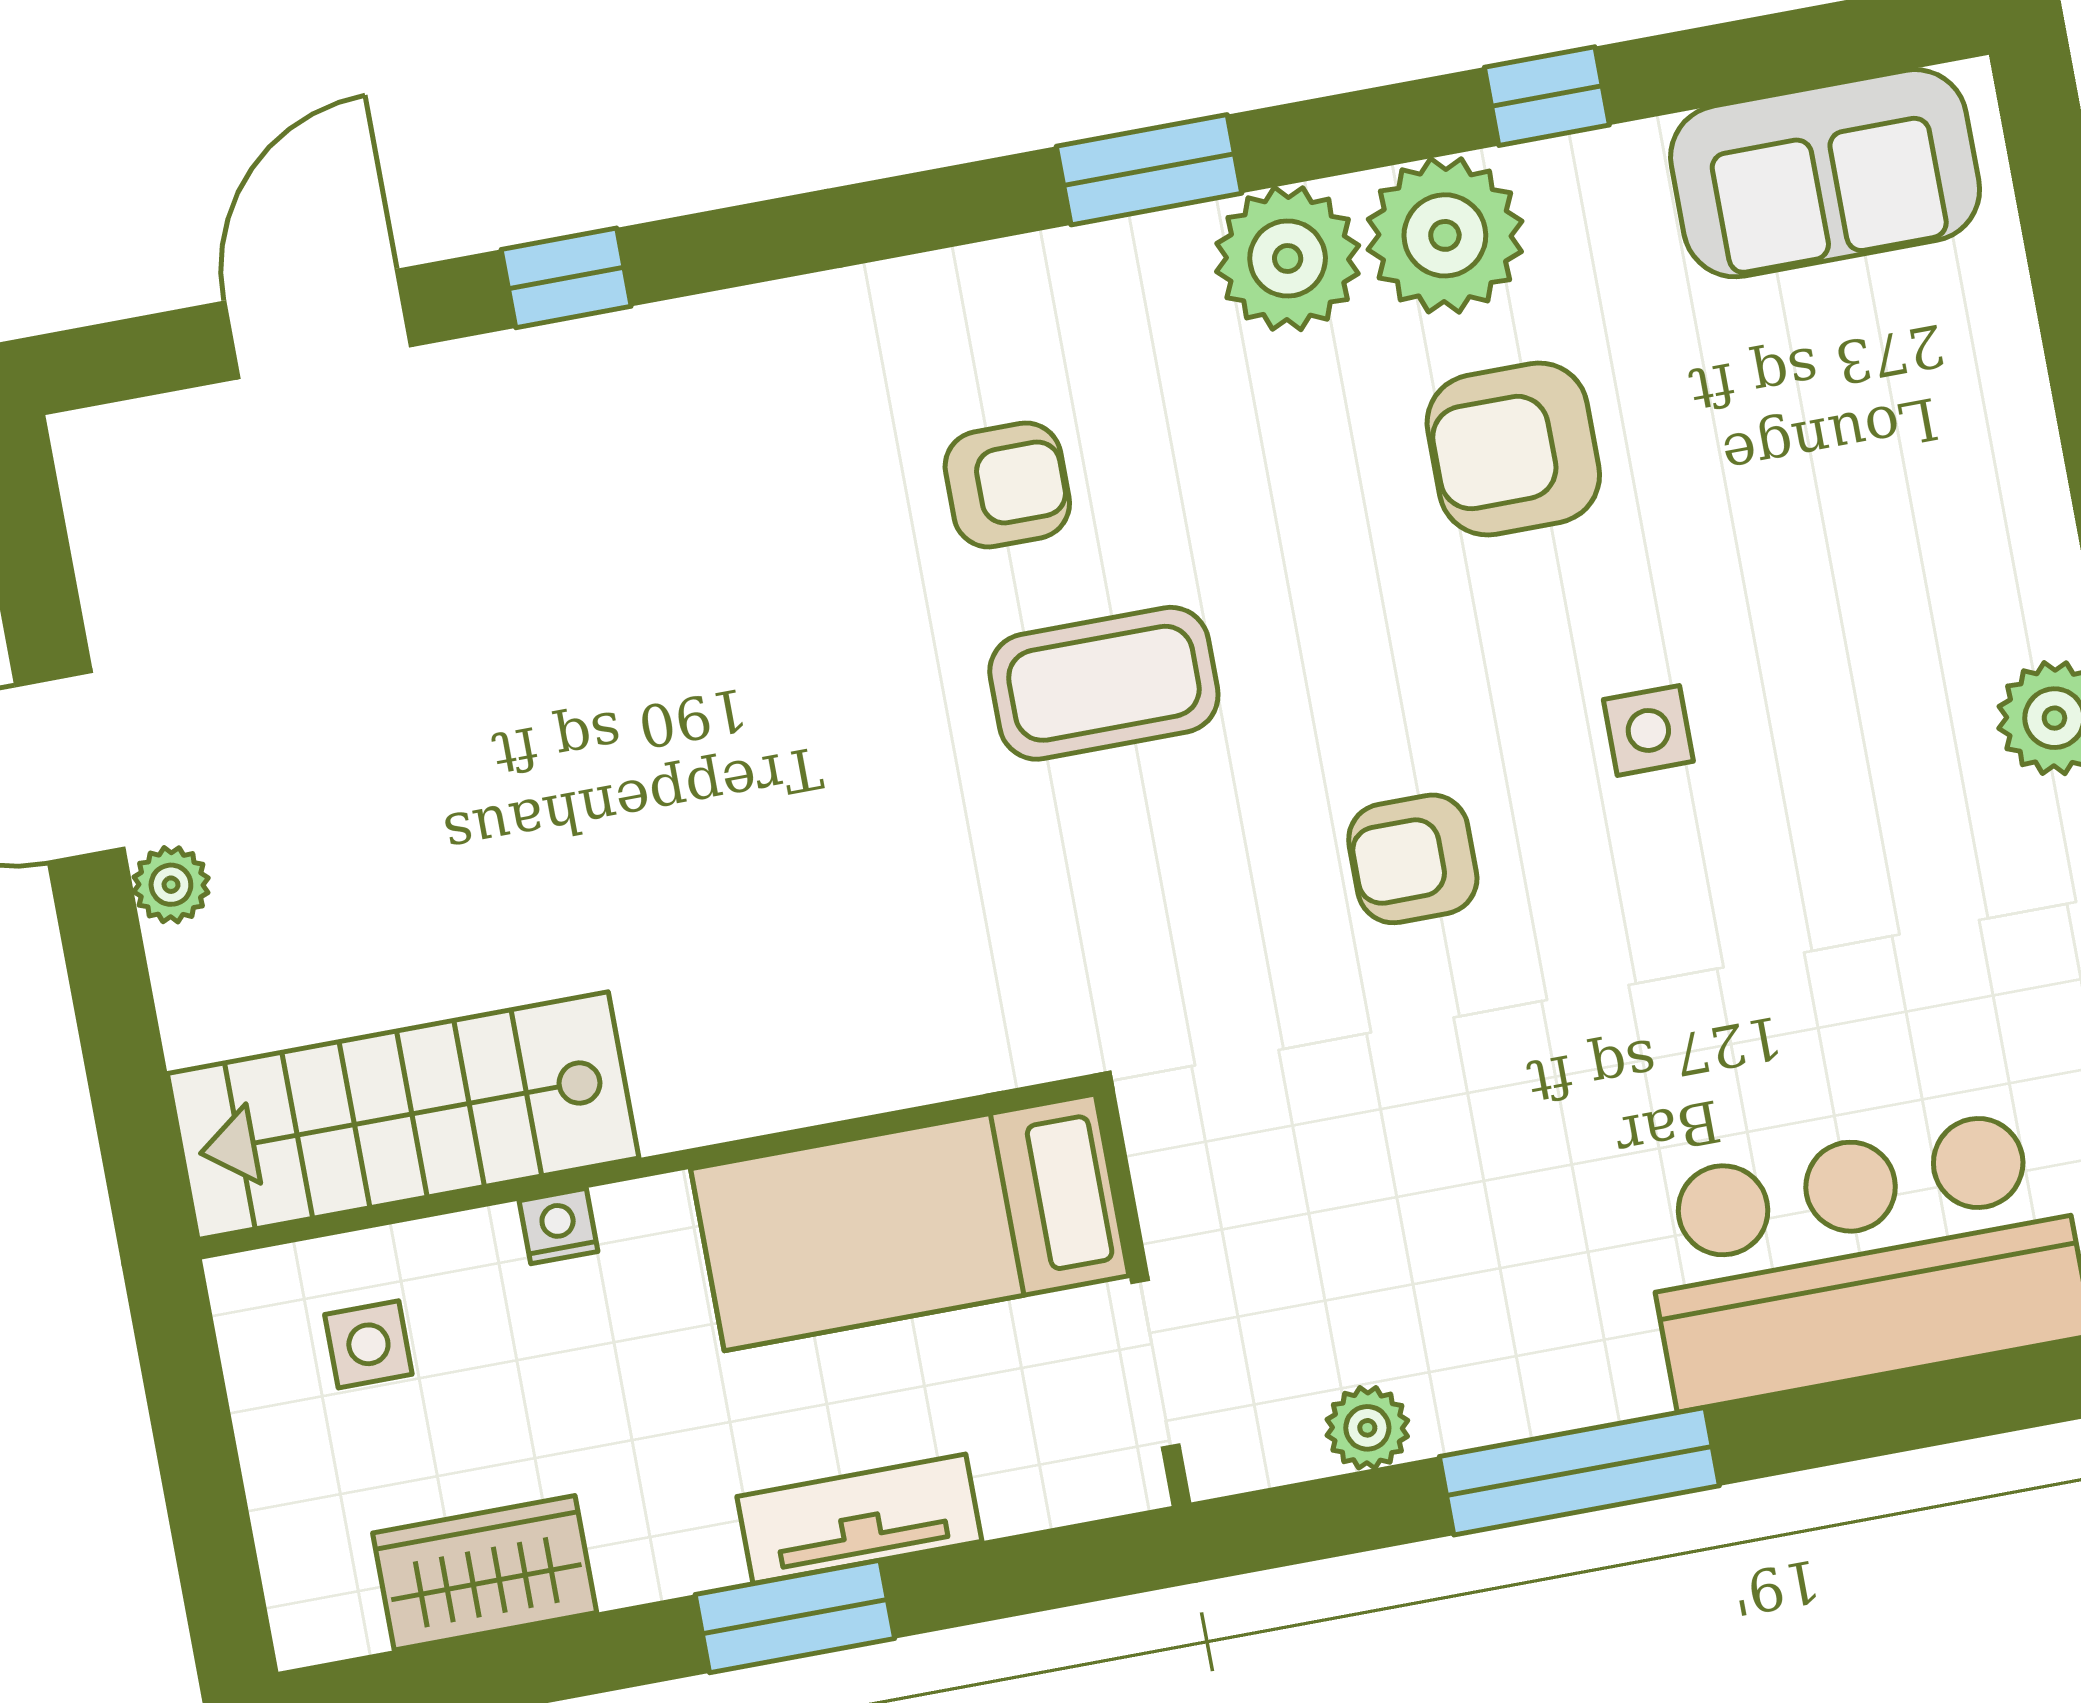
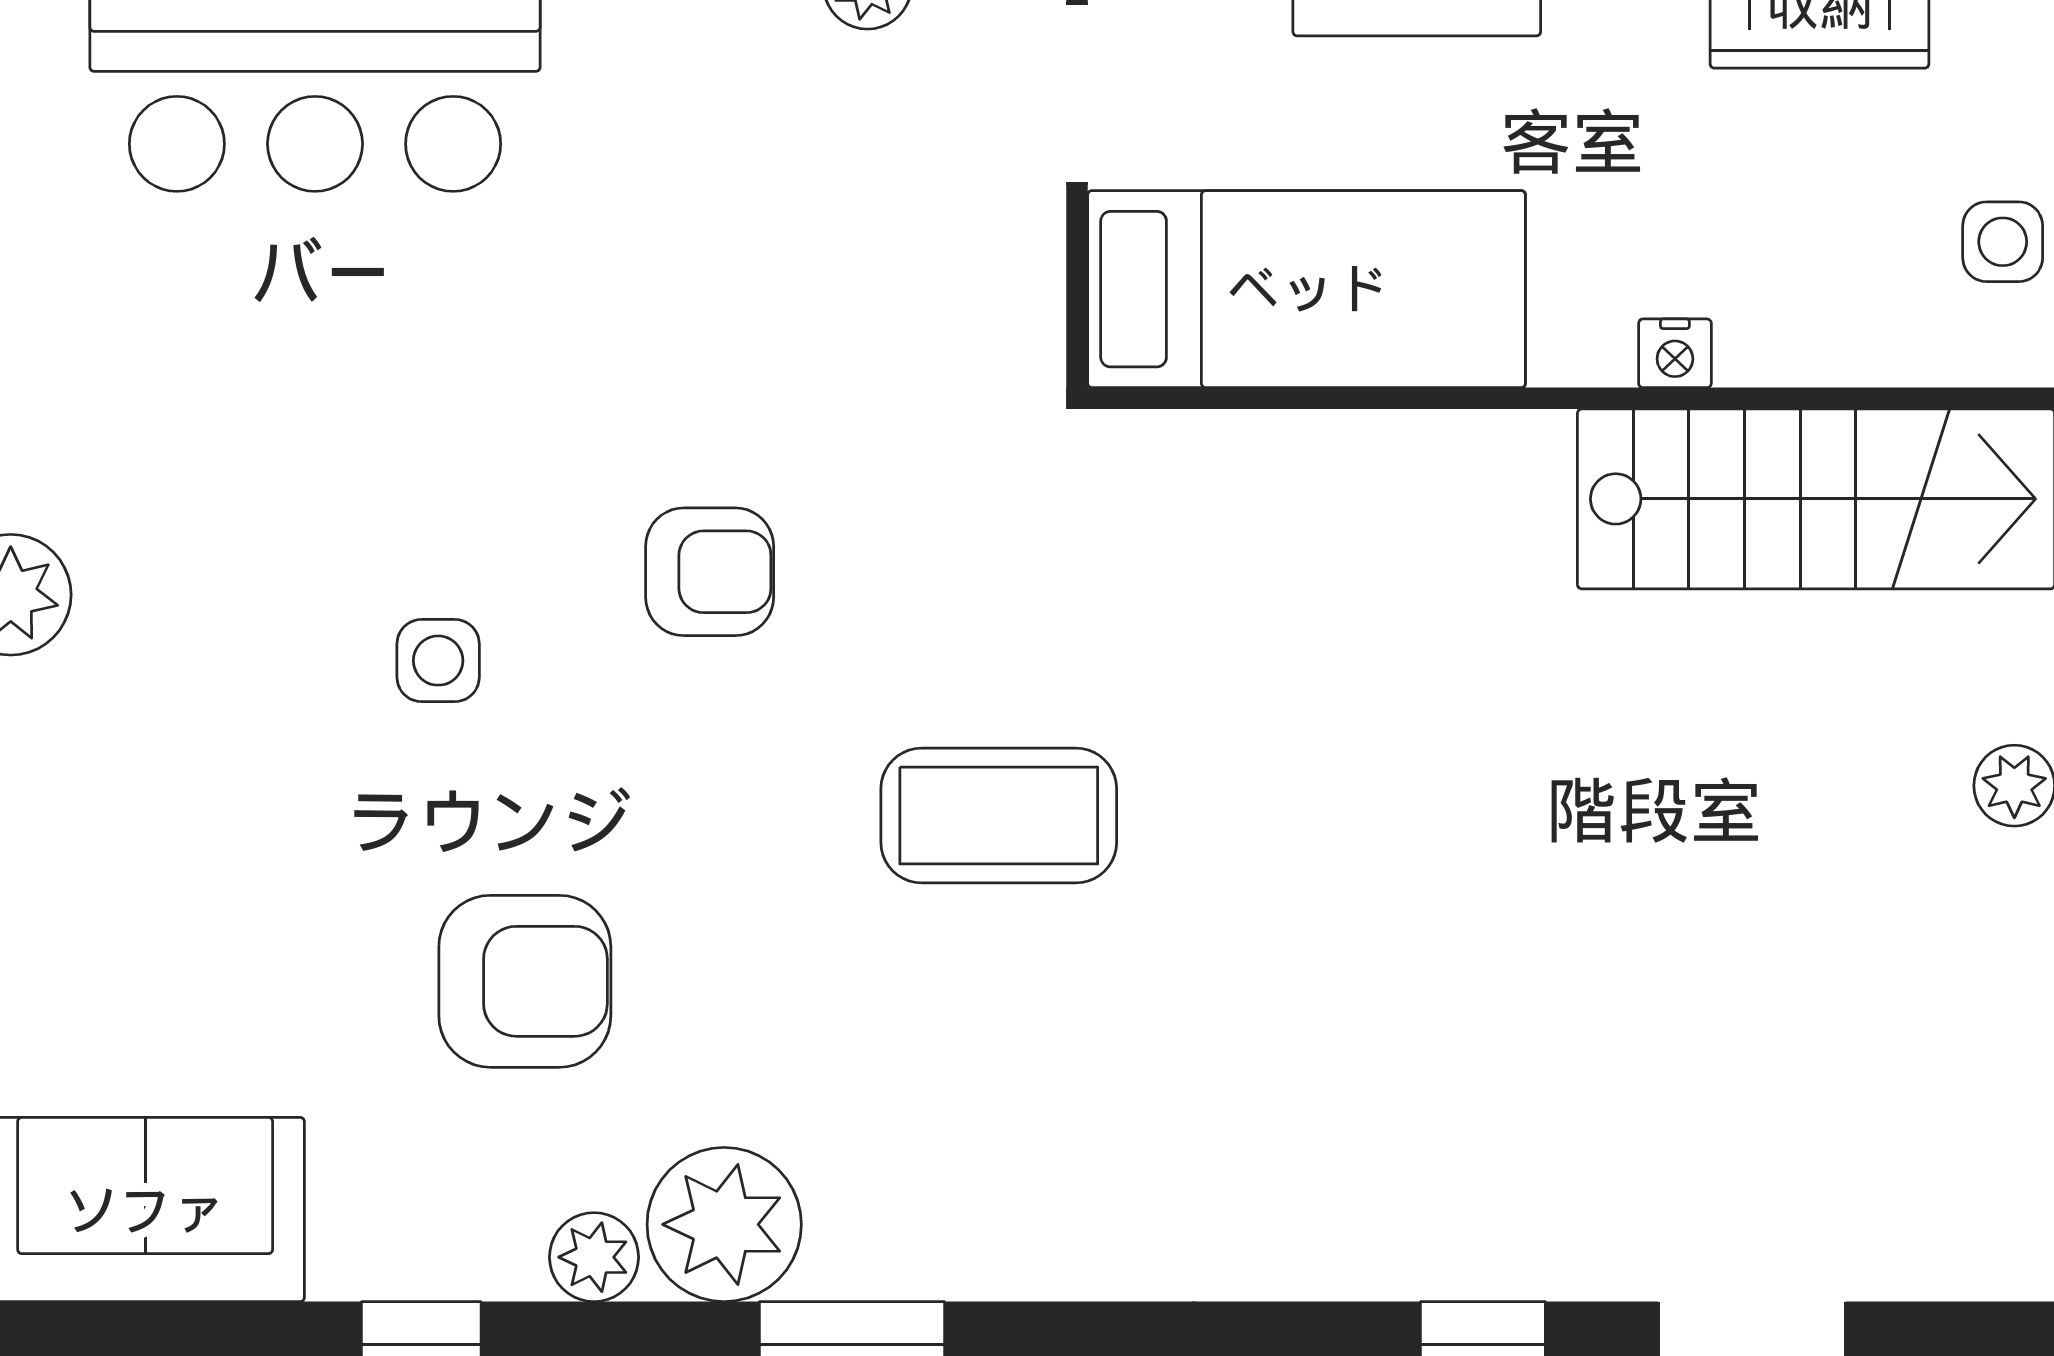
plant: (1445, 235) -> (594, 1257), width x0.53, depth x0.53
armchair: (1007, 485) -> (1061, 1042), removed
side table: (368, 1344) -> (2003, 242), moved

